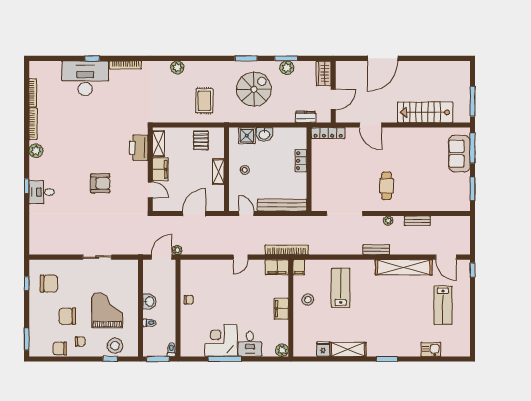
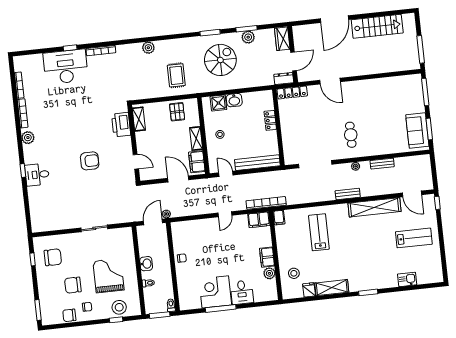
stairs: (425, 112) -> (377, 26), moved, turned 180
dresser: (306, 117) -> (284, 79), moved
sofa: (459, 154) -> (417, 131), moved
filing cabinet: (160, 169) -> (197, 162), moved, turned 180
door: (194, 214) -> (178, 179), hinge flipped
stool: (308, 300) -> (294, 273), moved
lab bench: (443, 305) -> (414, 238), turned -90
plant: (282, 350) -> (269, 273), moved

